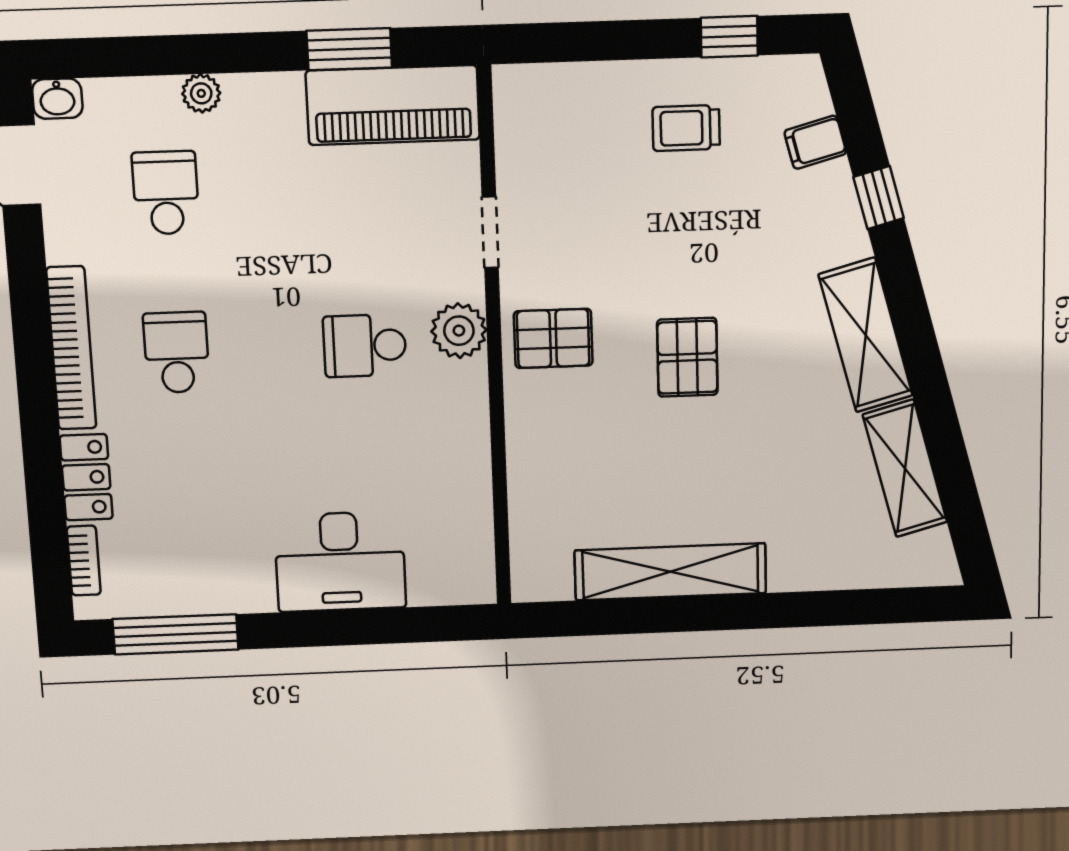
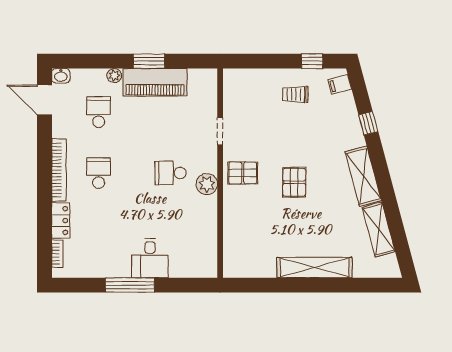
window: (349, 49) -> (149, 61), moved
piano: (393, 105) -> (155, 82), moved
filing cabinet: (815, 142) -> (340, 84), moved
plant: (459, 331) -> (207, 184), moved
desk: (340, 562) -> (150, 258), width x0.73
shelving: (670, 572) -> (315, 268), moved
window: (176, 634) -> (130, 285), moved

